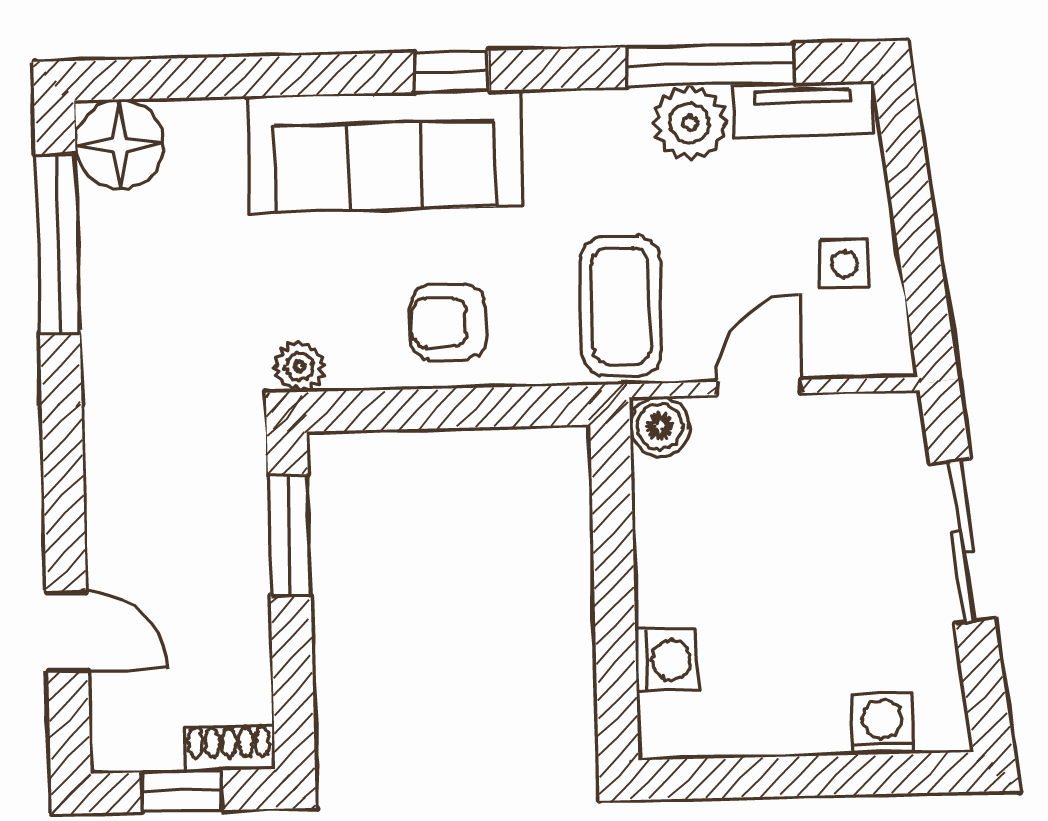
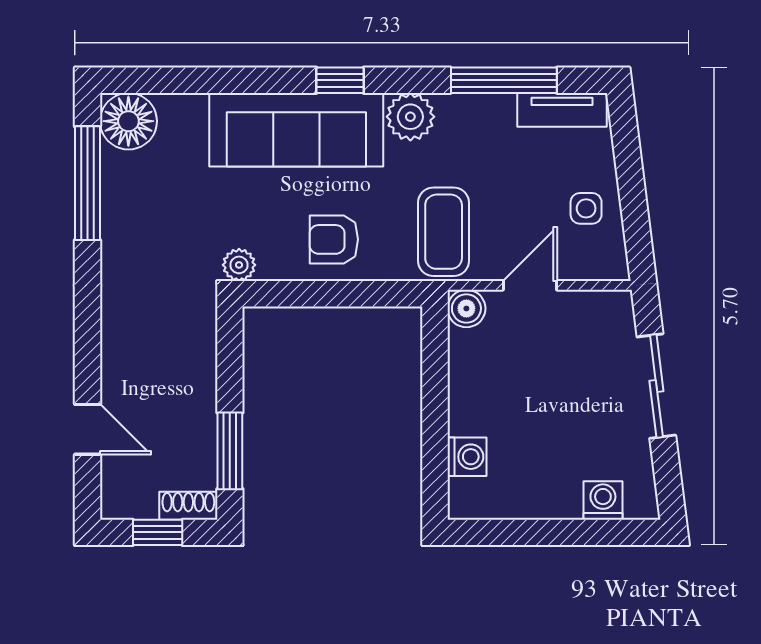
plant: (690, 123) -> (410, 117), moved
window: (289, 536) -> (230, 451), moved

